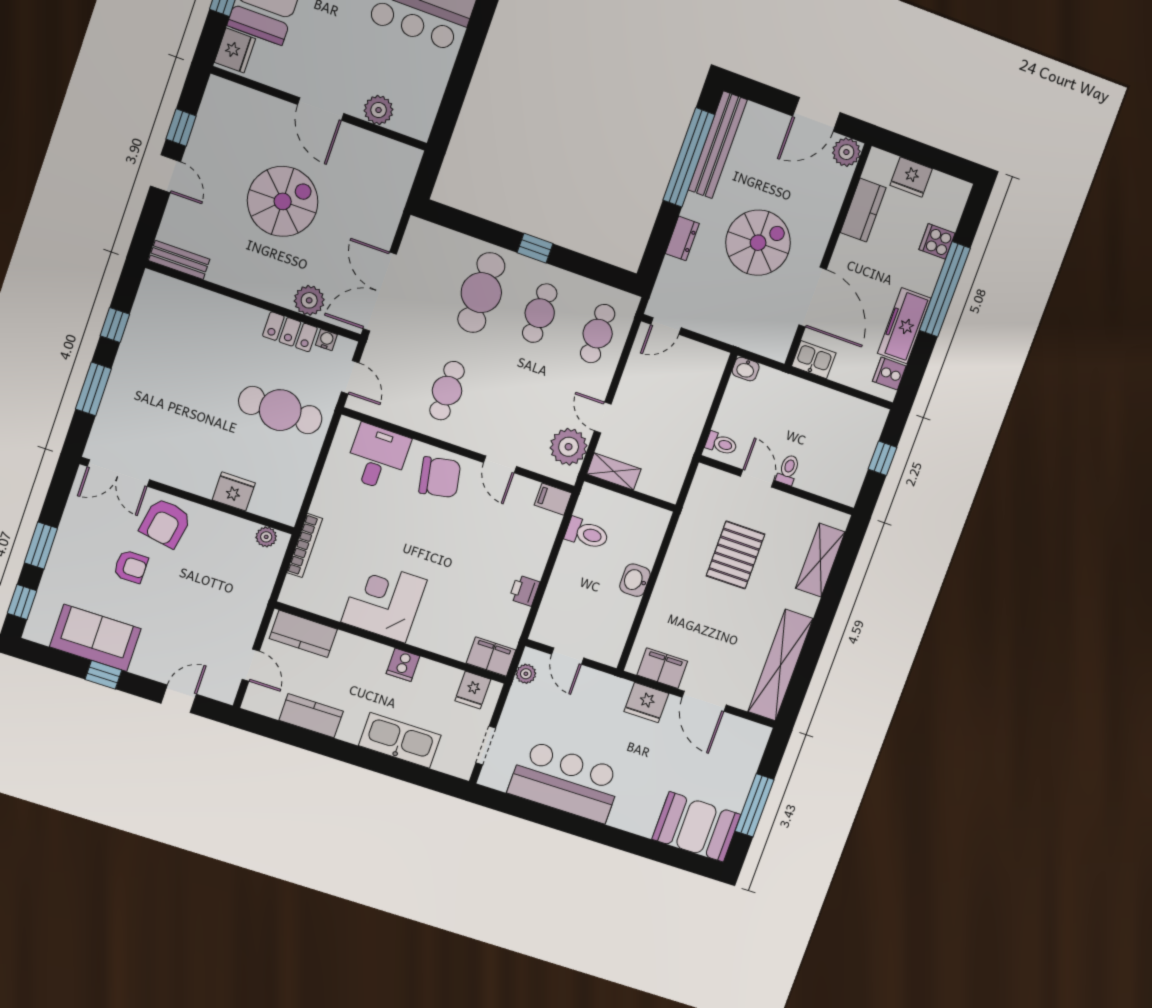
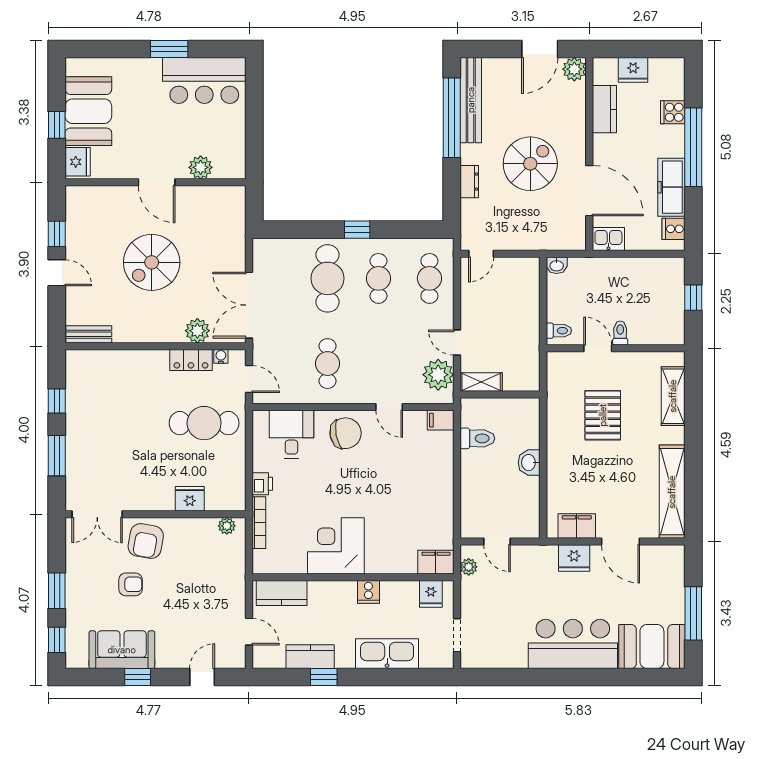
spiral stairs: (283, 201) -> (152, 262), turned 180
printer: (524, 590) -> (262, 484), moved, turned 180
window: (319, 743) -> (324, 677), added
bar counter: (566, 782) -> (573, 644), moved

